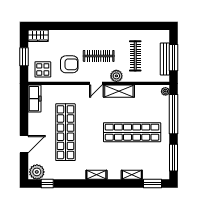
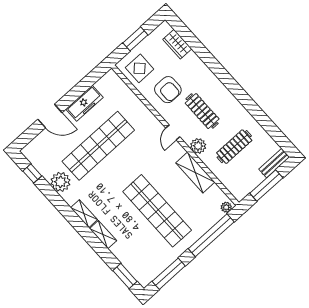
wardrobe: (38, 36) -> (177, 44), moved
bench: (165, 59) -> (274, 163), moved, width x0.73
door: (96, 83) -> (173, 132), hinge flipped
shelving: (119, 91) -> (195, 172), moved
freezer: (34, 99) -> (84, 103), moved
plant: (37, 172) -> (60, 182), moved
shelving: (132, 175) -> (103, 235), moved

